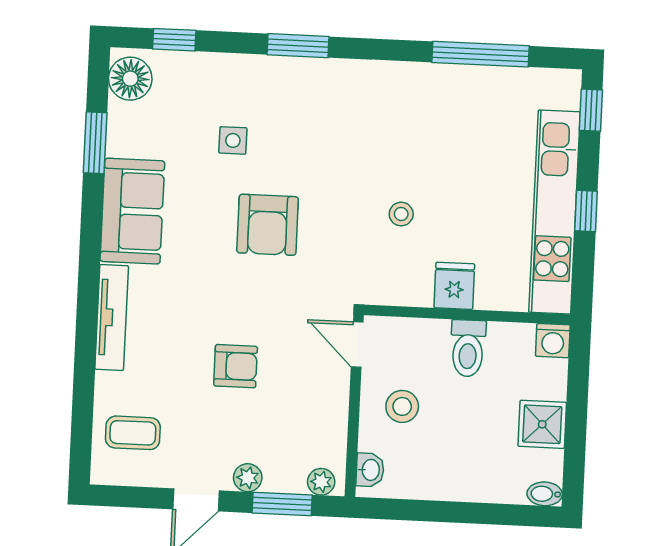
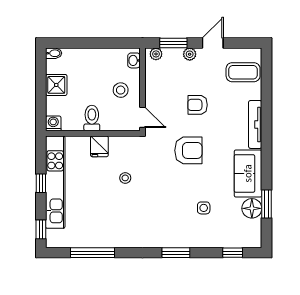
floor lamp: (130, 79) -> (252, 208), moved
armchair: (268, 225) -> (188, 150), moved, turned 90
coffee table: (133, 433) -> (243, 72), width x1.36, depth x1.30

